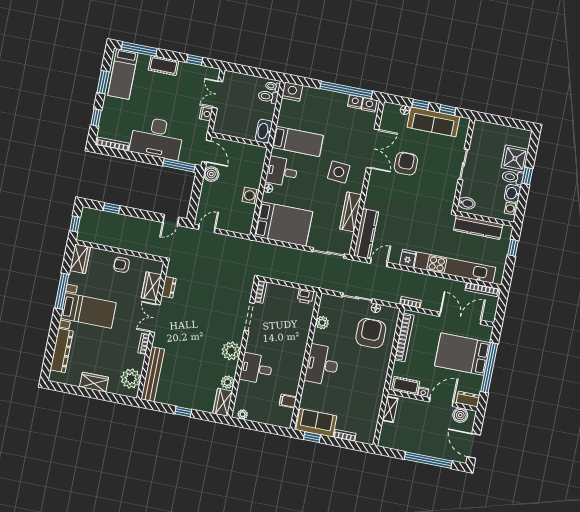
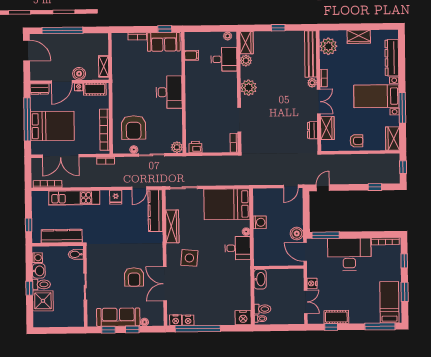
cot: (164, 66) -> (336, 317), moved
bed: (298, 141) -> (230, 277), removed
kitchen unit: (455, 268) -> (74, 198), width x0.73
plant: (322, 323) -> (177, 147), moved
plant: (158, 341) -> (312, 83), added
desk: (256, 368) -> (224, 59), moved
boiler: (460, 415) -> (79, 74), moved

